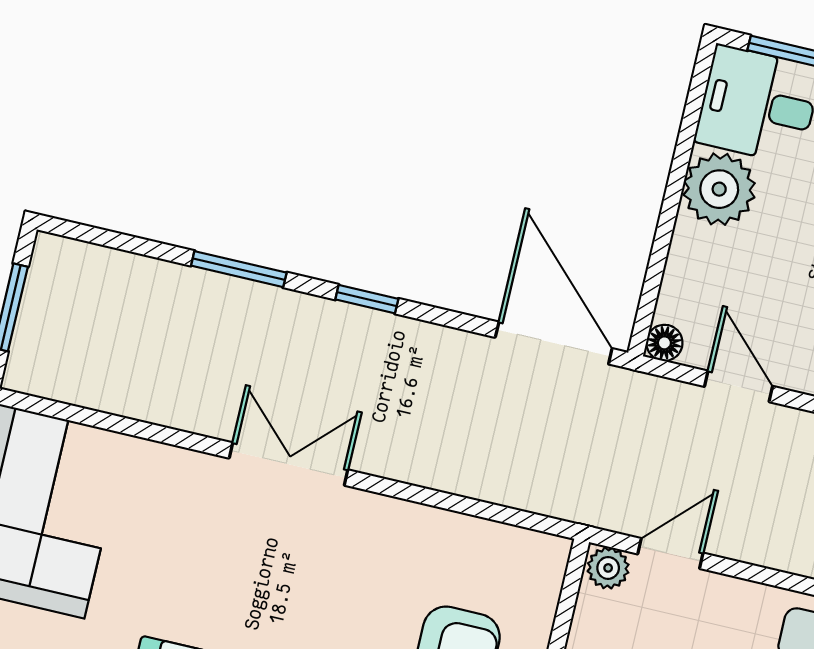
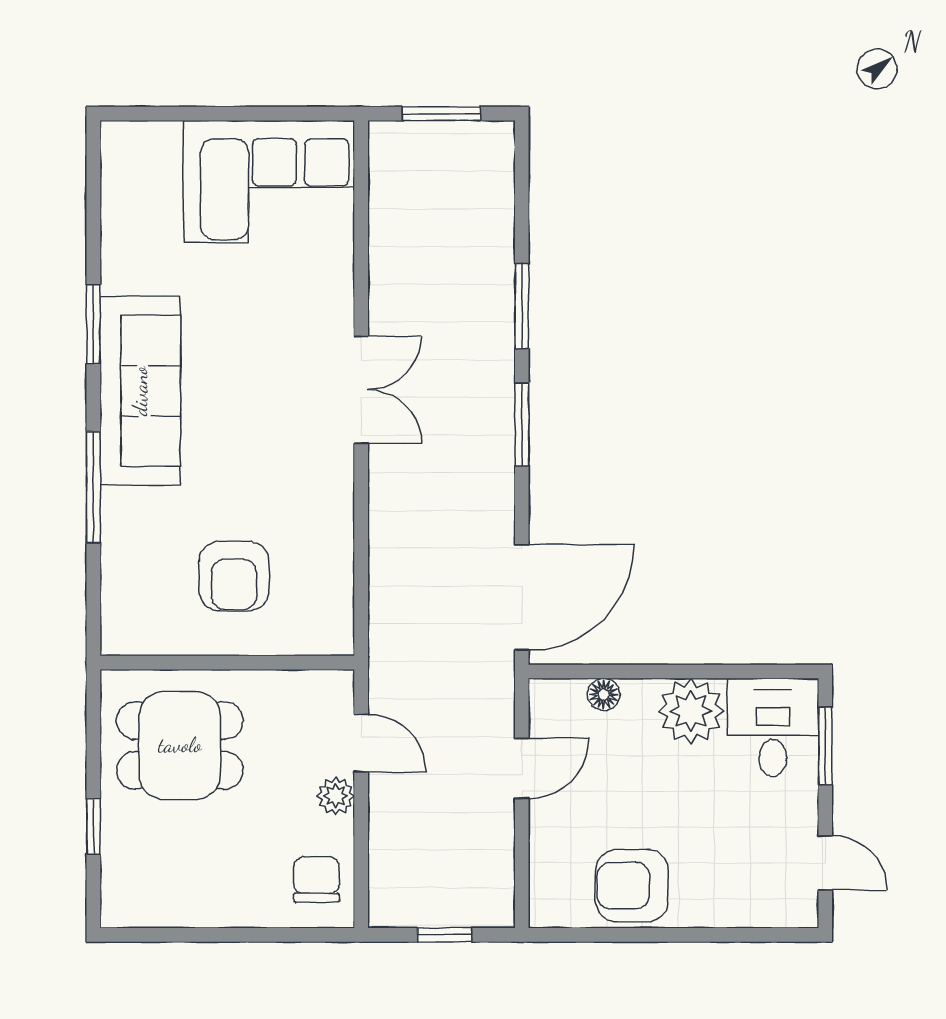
window: (367, 299) -> (522, 424), width x1.50
floor lamp: (664, 343) -> (604, 694), moved
plant: (608, 568) -> (336, 796), moved

